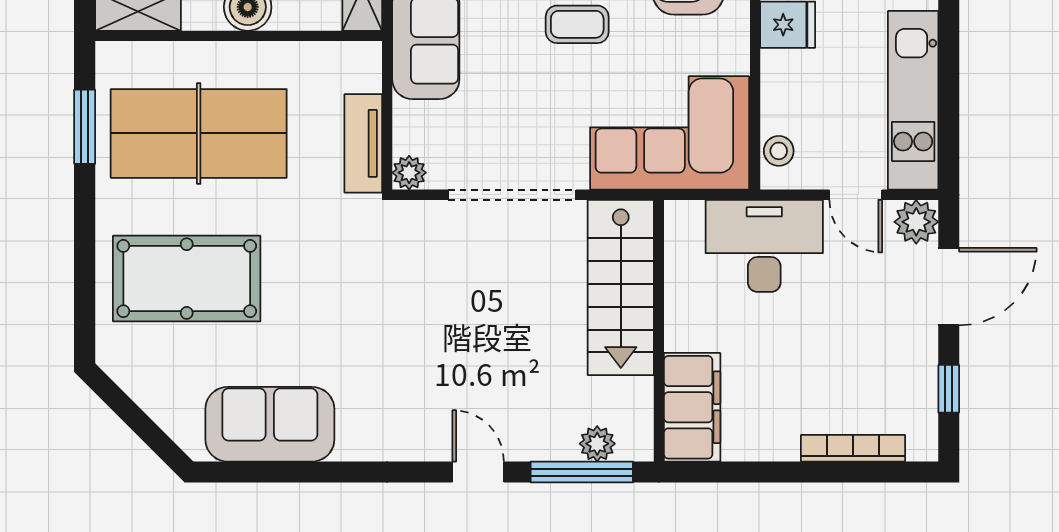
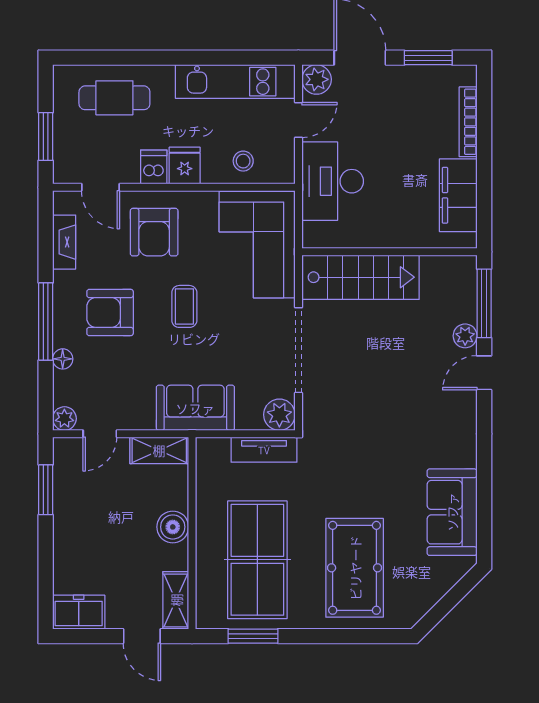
stool: (779, 151) -> (243, 161), moved
plant: (409, 173) -> (279, 415), width x1.38, depth x1.38
window: (949, 389) -> (428, 58), width x1.50
filing cabinet: (692, 407) -> (458, 195), moved, turned -90
plant: (597, 444) -> (465, 336), moved

